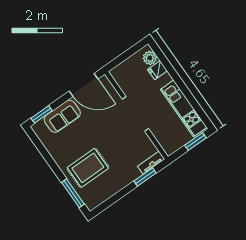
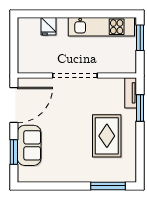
plant: (150, 58) -> (32, 25), removed
window: (42, 114) -> (14, 152), moved
rug: (88, 168) -> (107, 136), moved

